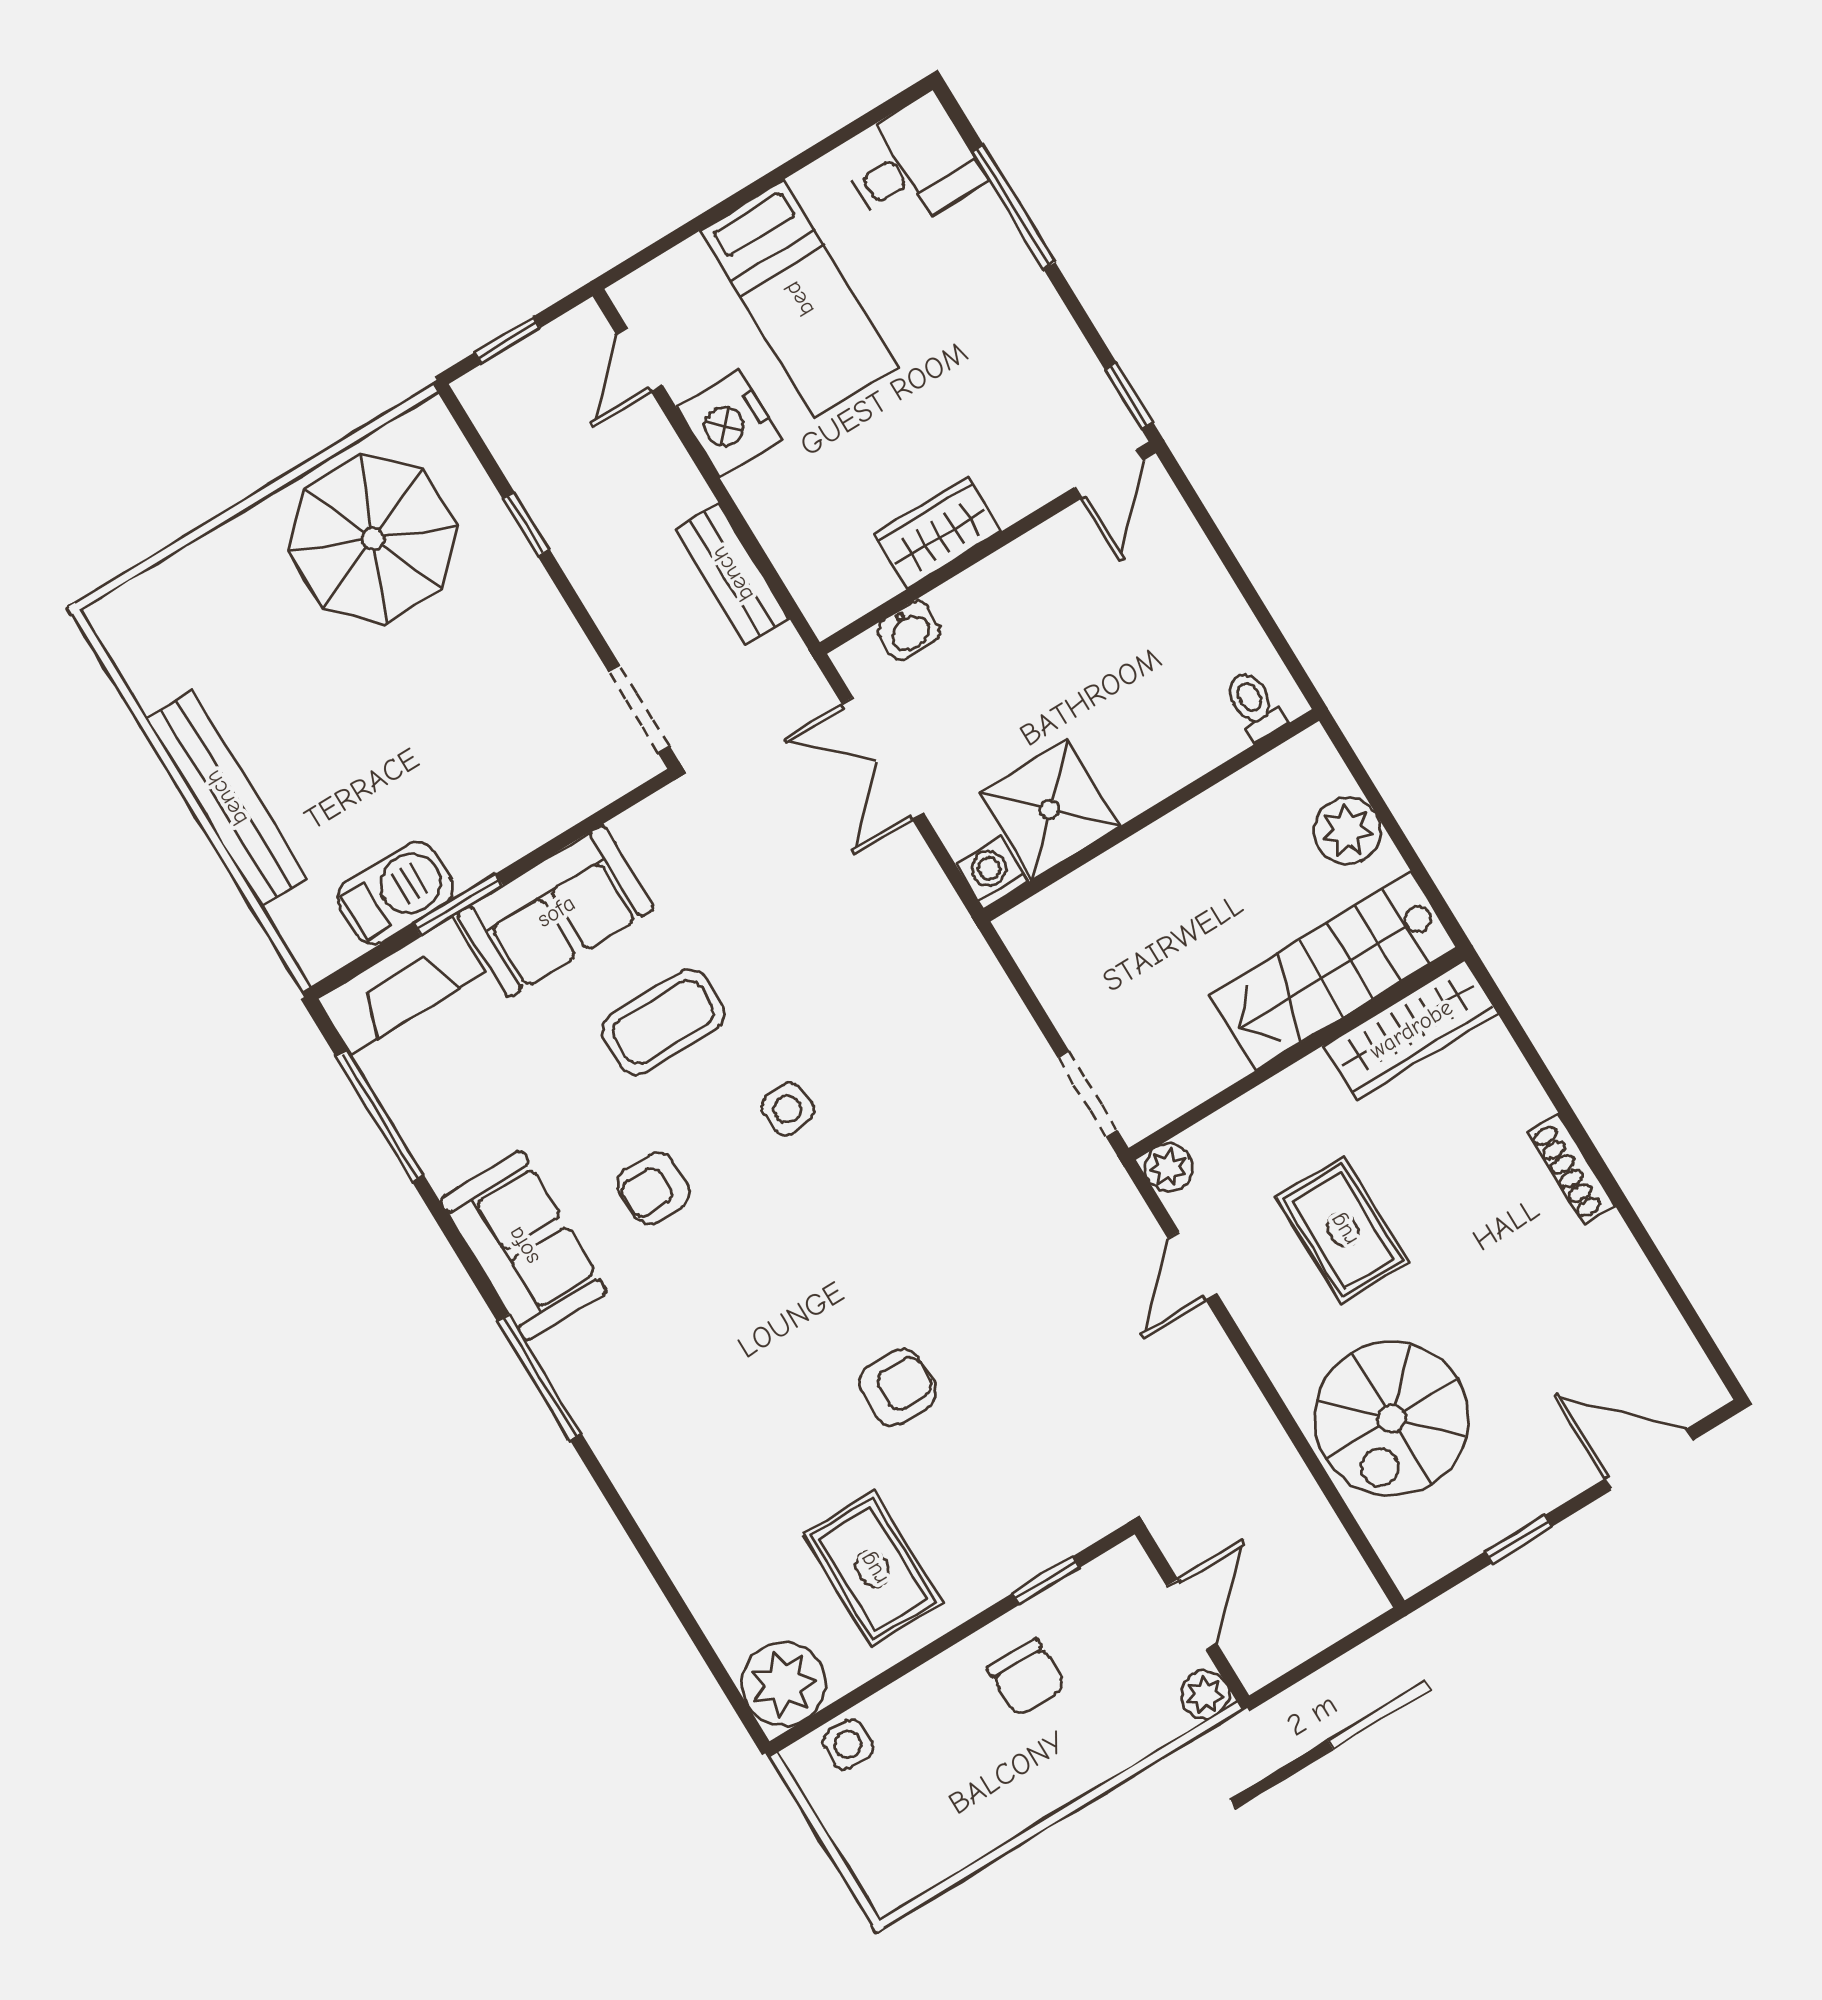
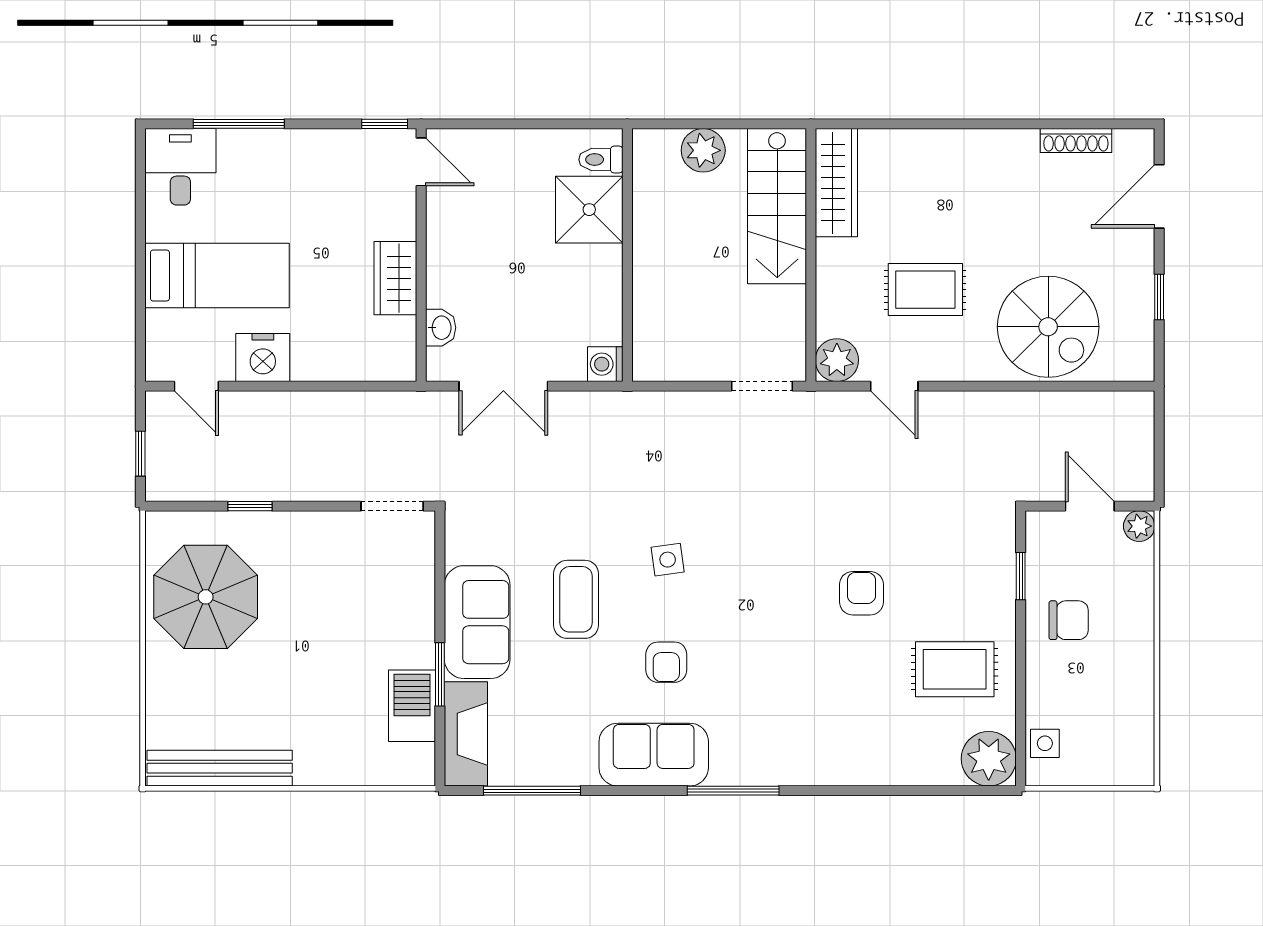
bench: (732, 574) -> (349, 407), removed
bench: (226, 798) -> (220, 768), moved
shower: (1050, 809) -> (589, 210), moved
plant: (1169, 1168) -> (837, 360), width x1.38, depth x1.38
shoe rack: (1571, 1169) -> (1076, 141), moved

